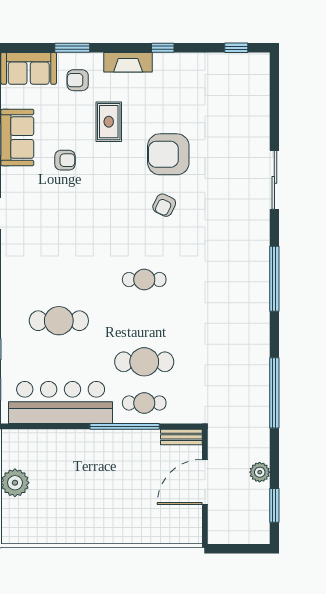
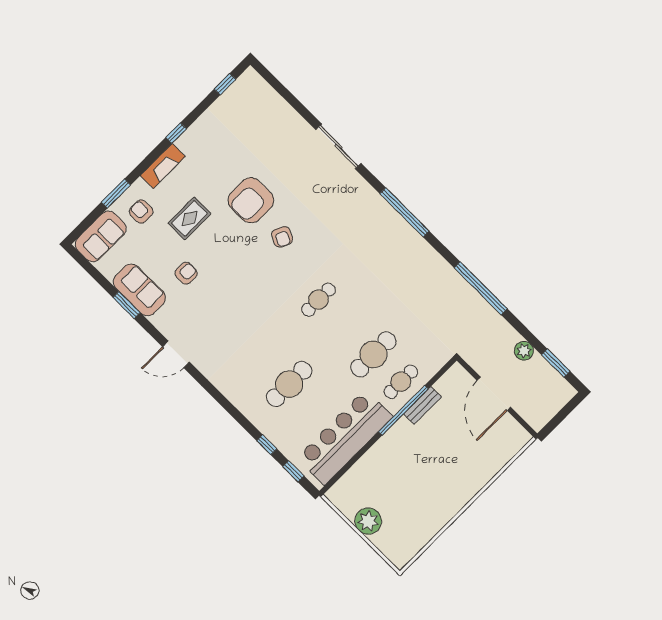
armchair: (78, 80) -> (141, 212), turned 90
rug: (109, 122) -> (190, 218), turned 90
bench: (181, 437) -> (422, 405), moved

